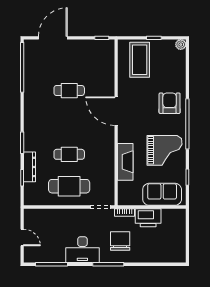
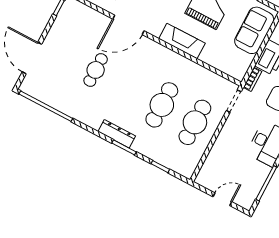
door: (116, 111) -> (128, 25), moved
cafe table: (69, 154) -> (162, 105), width x1.37, depth x1.35
fireplace: (125, 162) -> (182, 41), moved
dresser: (29, 167) -> (117, 134), moved

